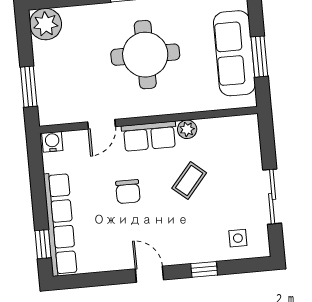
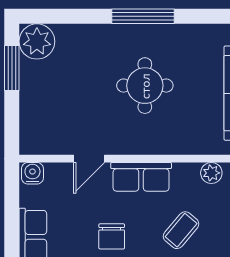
round table: (145, 55) -> (145, 86), width x0.73, depth x0.73
window: (29, 87) -> (12, 68), moved
plant: (187, 129) -> (211, 173), moved

